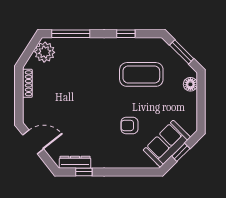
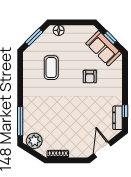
window: (126, 34) -> (20, 79), removed
coffee table: (141, 74) -> (51, 68), width x0.73, depth x0.76

